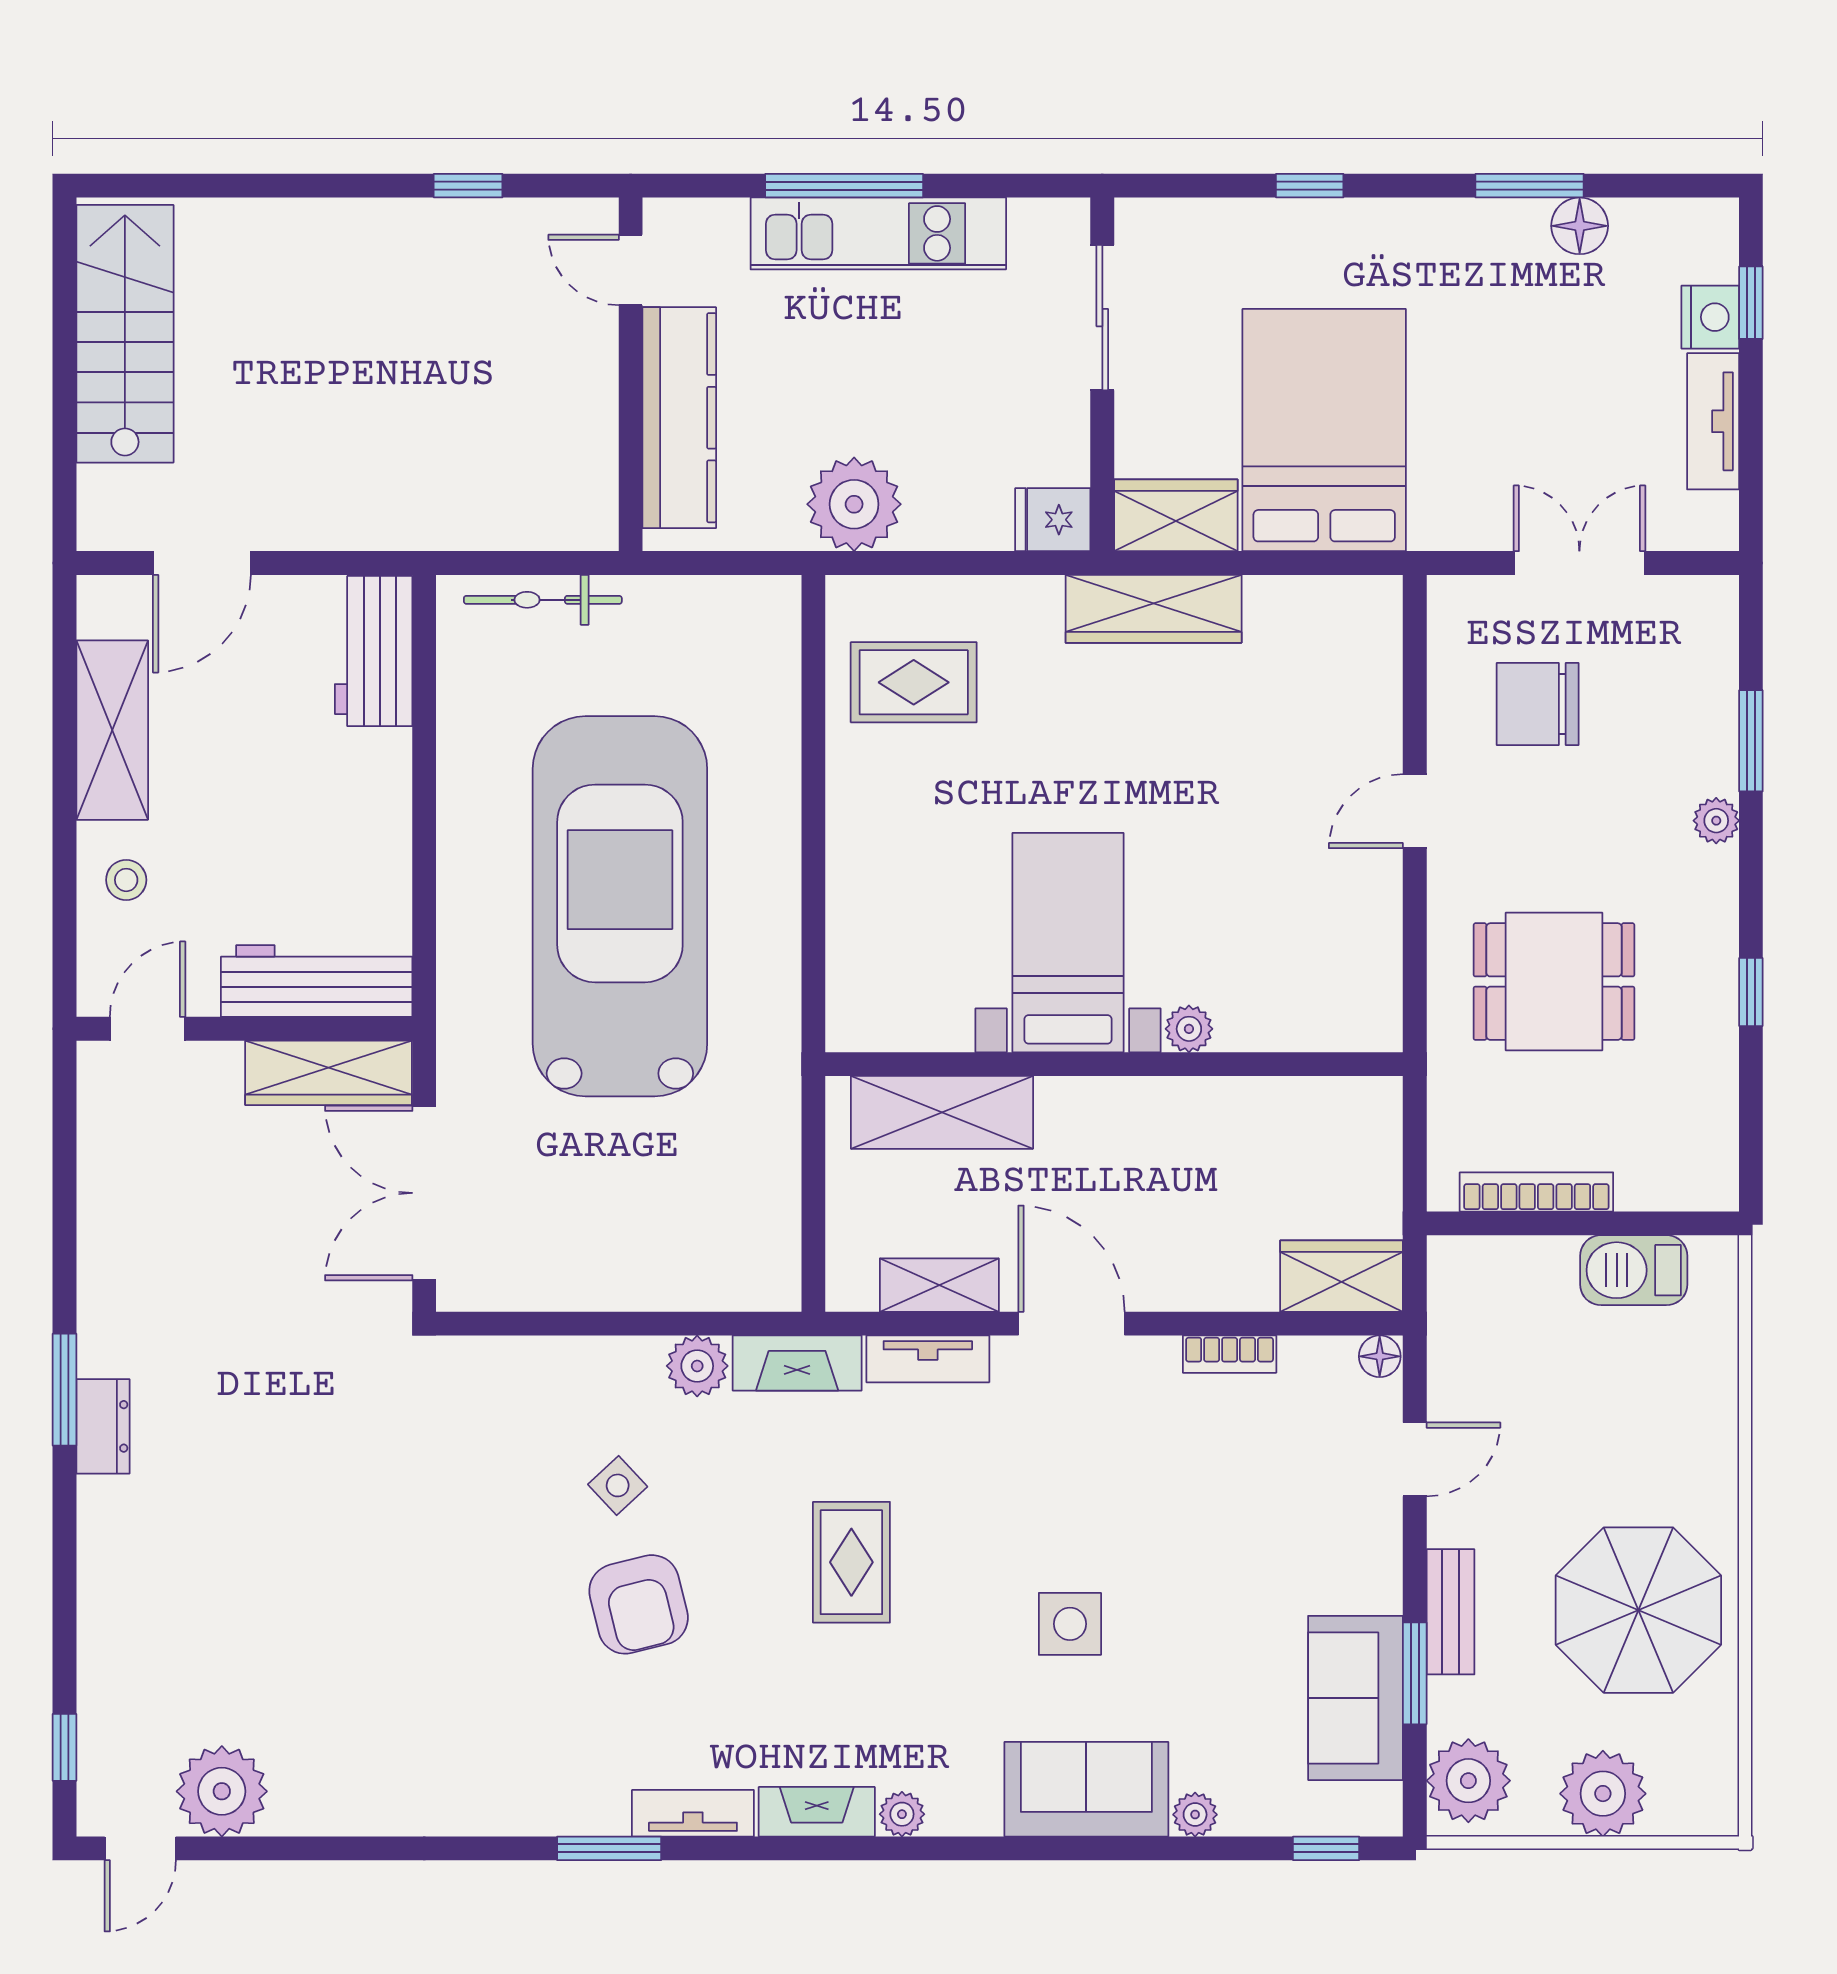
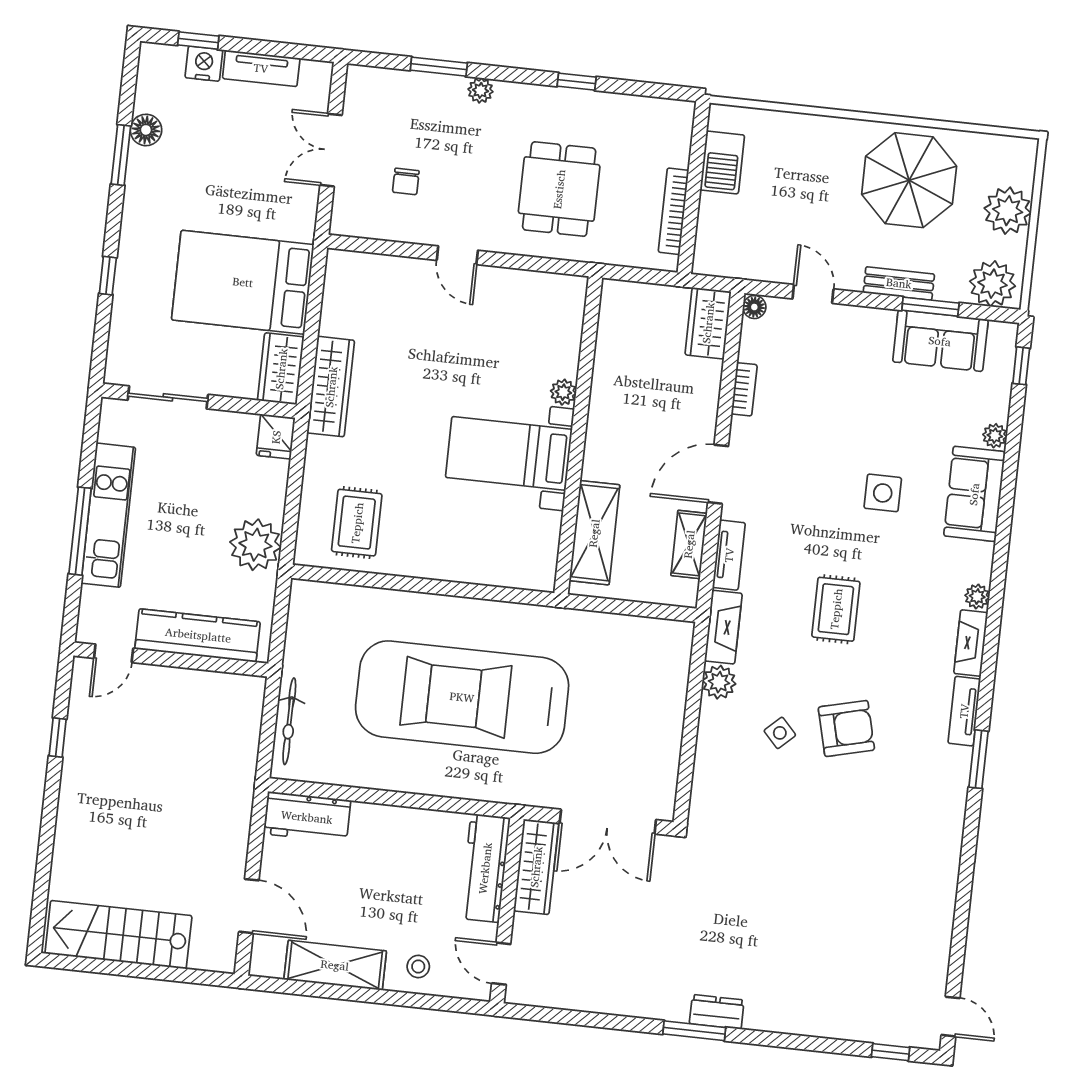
chair: (1538, 704) -> (406, 181), width x0.54, depth x0.54
rug: (851, 1562) -> (836, 609), turned 90
plant: (222, 1791) -> (924, 968), removed

